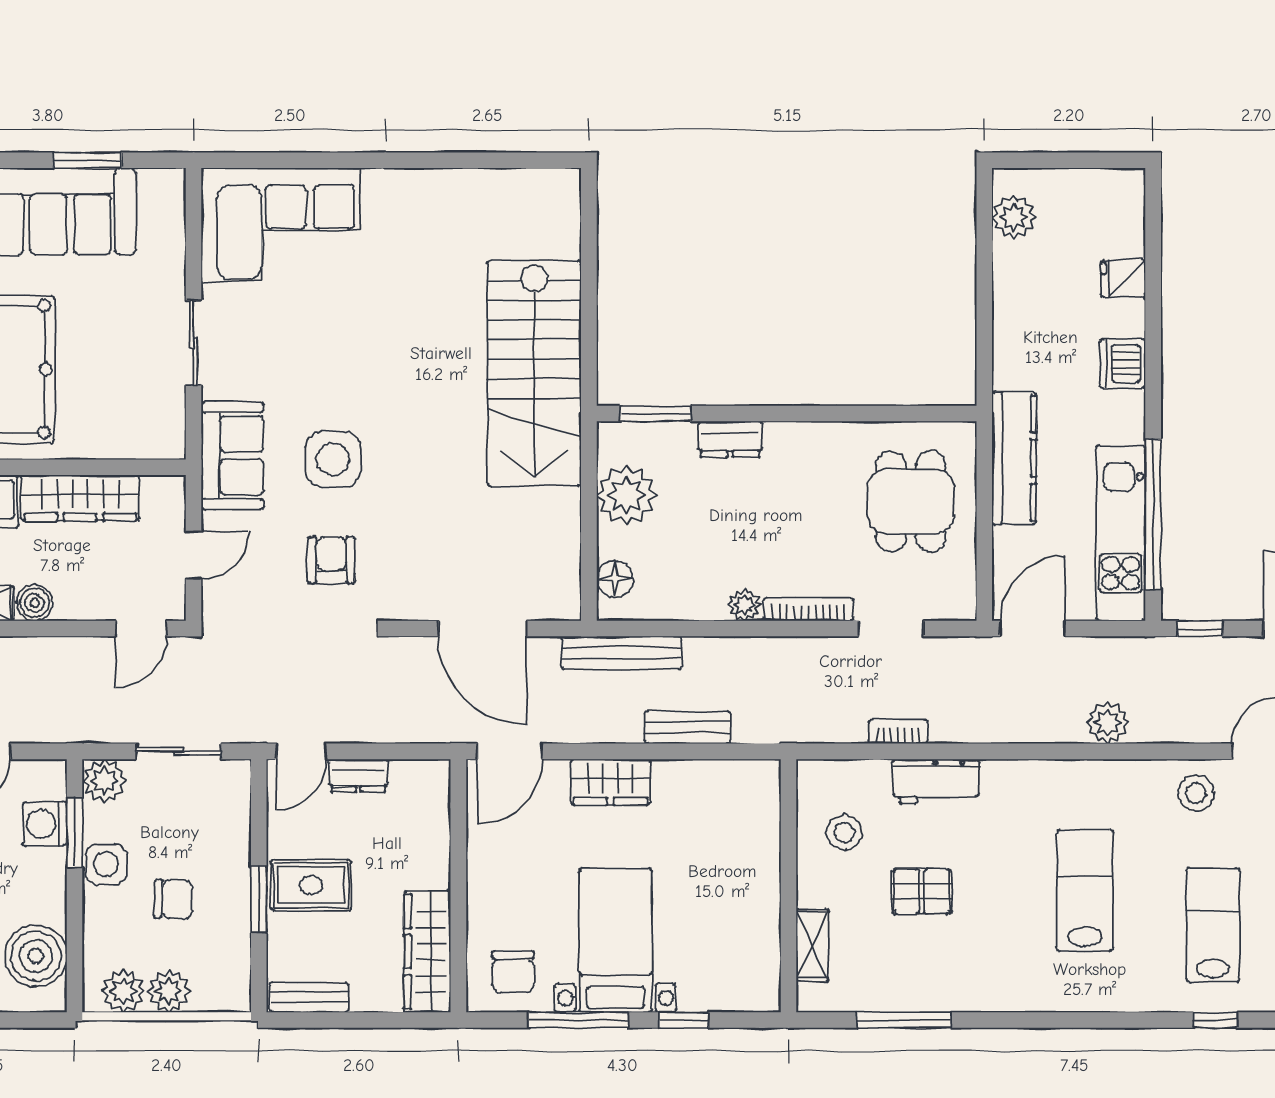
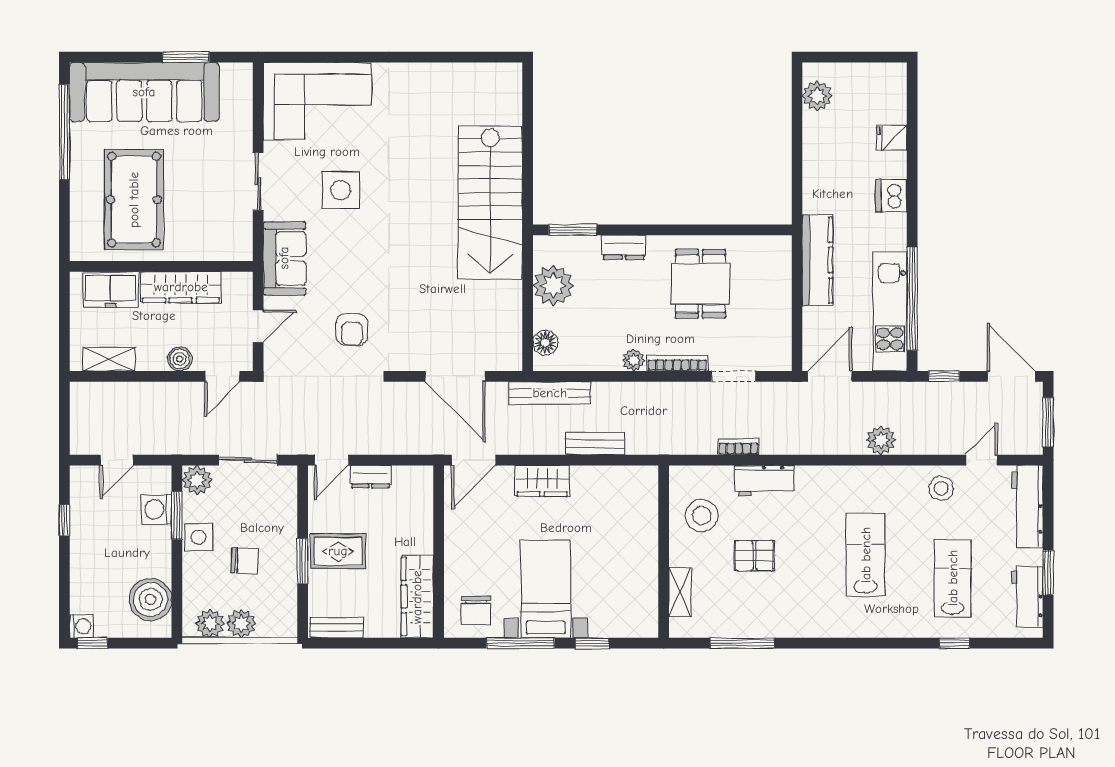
side table: (333, 459) -> (341, 190), moved
dining table: (911, 501) -> (701, 284), moved
armchair: (331, 560) -> (352, 330), turned 180
boiler: (34, 603) -> (180, 359), moved
stool: (844, 833) -> (702, 515), width x1.38, depth x1.38

